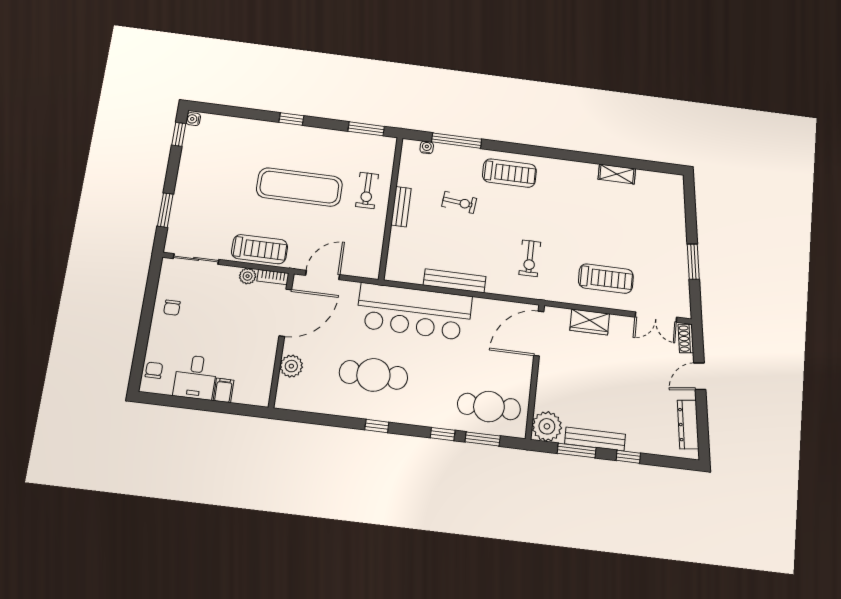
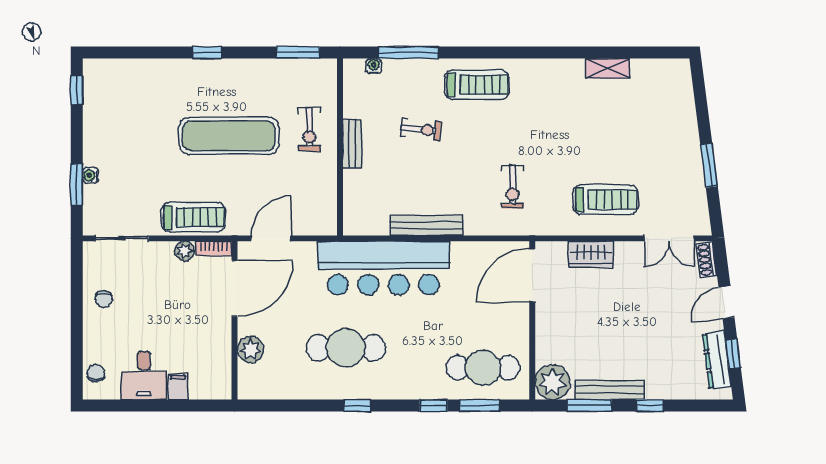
water cooler: (193, 119) -> (91, 175), moved
window: (702, 421) -> (733, 354), added

